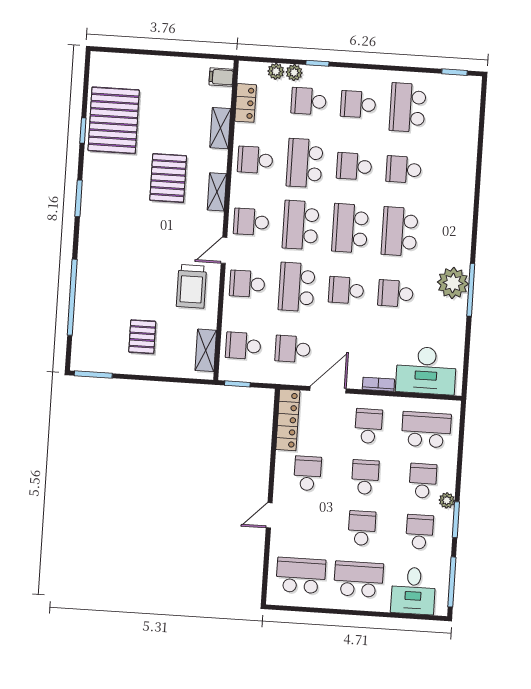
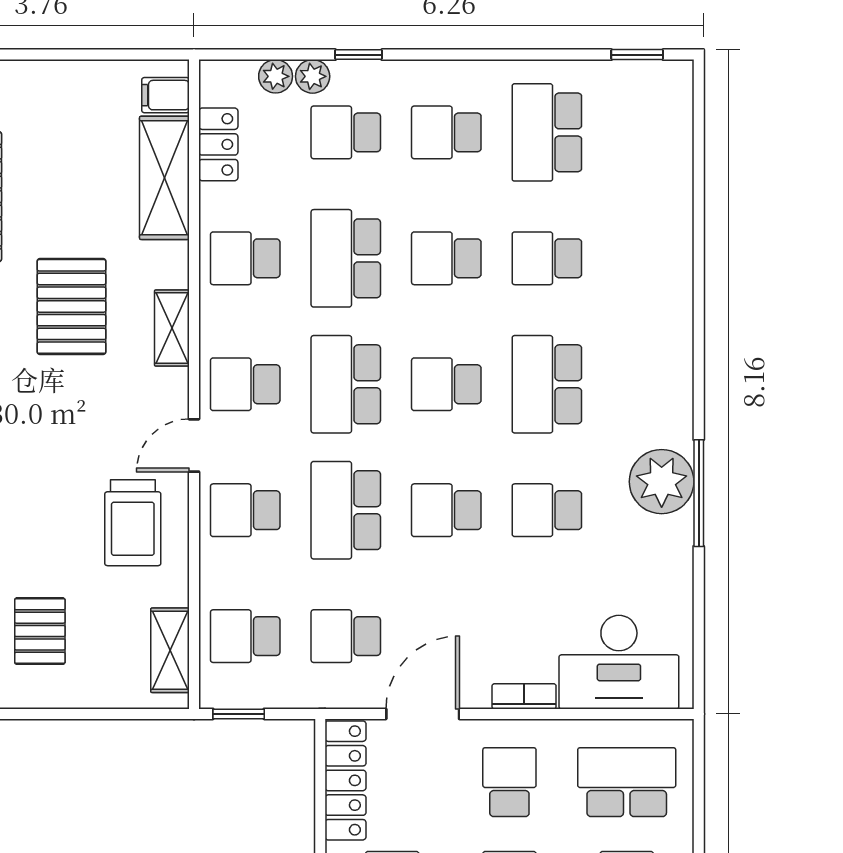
shelving: (220, 128) -> (164, 178), width x1.50, depth x1.33
school desk: (350, 228) -> (446, 384), width x0.54

